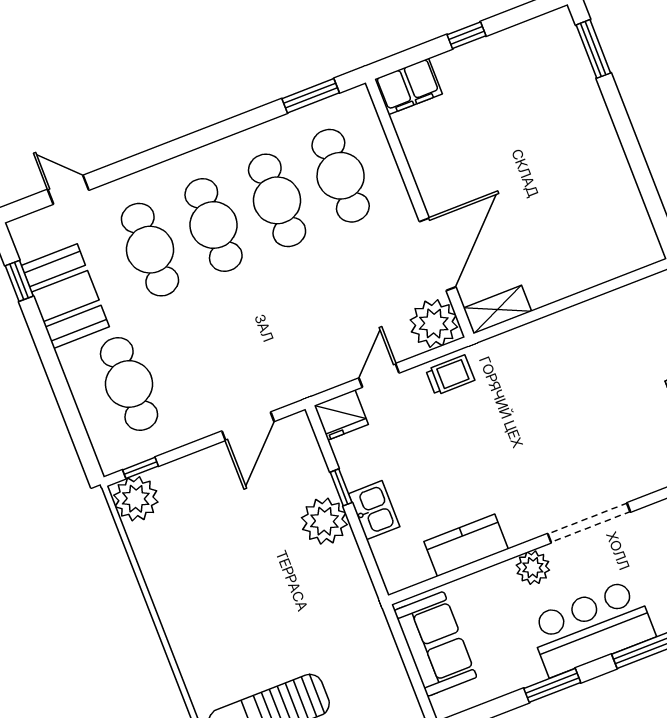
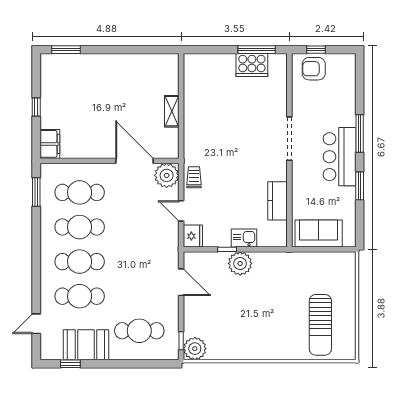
shelving: (497, 310) -> (172, 111), moved
plant: (533, 568) -> (300, 173), removed

